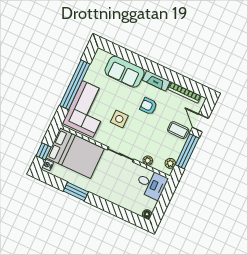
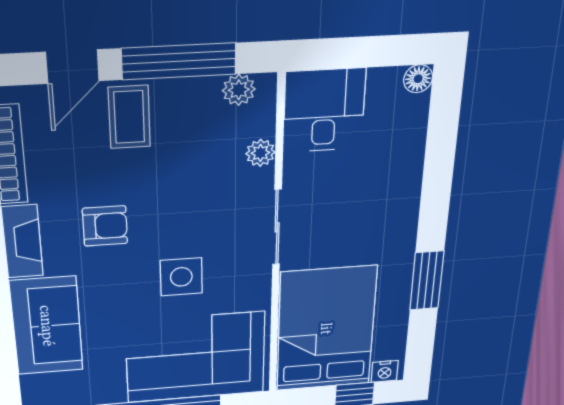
armchair: (148, 106) -> (105, 226), turned -90

